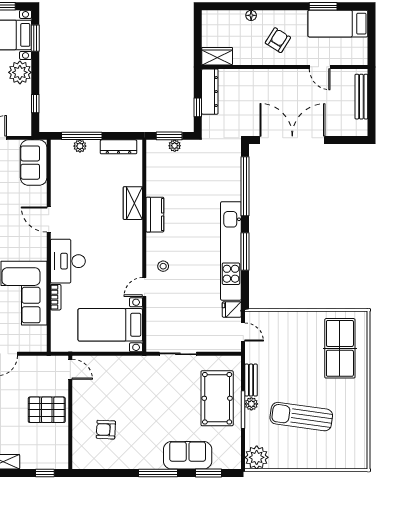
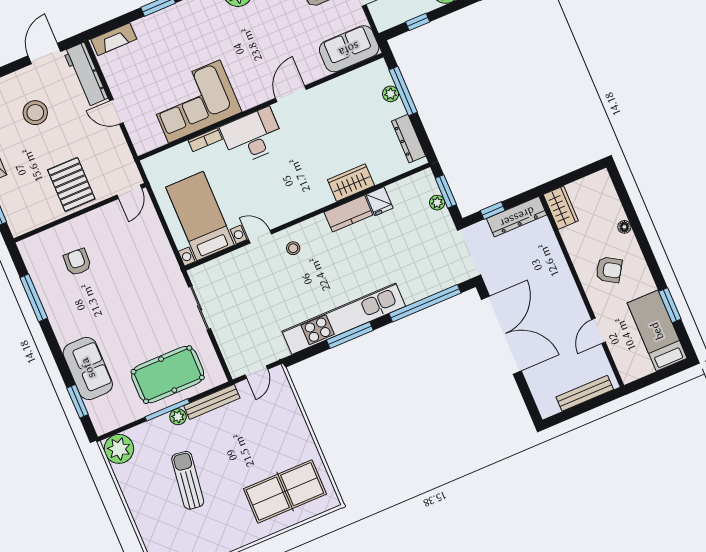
fridge: (232, 310) -> (379, 201), moved, turned 180
bench: (251, 380) -> (212, 402), width x1.36
sun lounger: (301, 417) -> (188, 480), width x0.73, depth x0.75
window: (158, 473) -> (34, 298), moved

